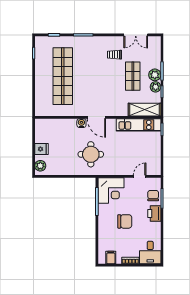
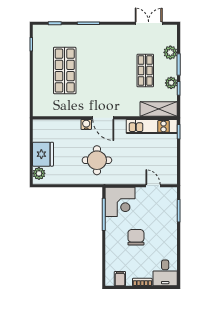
double door: (136, 35) -> (149, 23), swing flipped
trolley: (114, 55) -> (124, 46), removed
plant: (155, 75) -> (170, 52), moved
shop shelf: (63, 76) -> (65, 71), width x0.71
fridge: (42, 149) -> (43, 154), width x1.88, depth x1.34
door: (140, 176) -> (153, 186), hinge flipped
chair: (153, 196) -> (169, 208), removed
printer: (154, 213) -> (170, 228), removed
chair: (125, 221) -> (136, 237), turned -90

